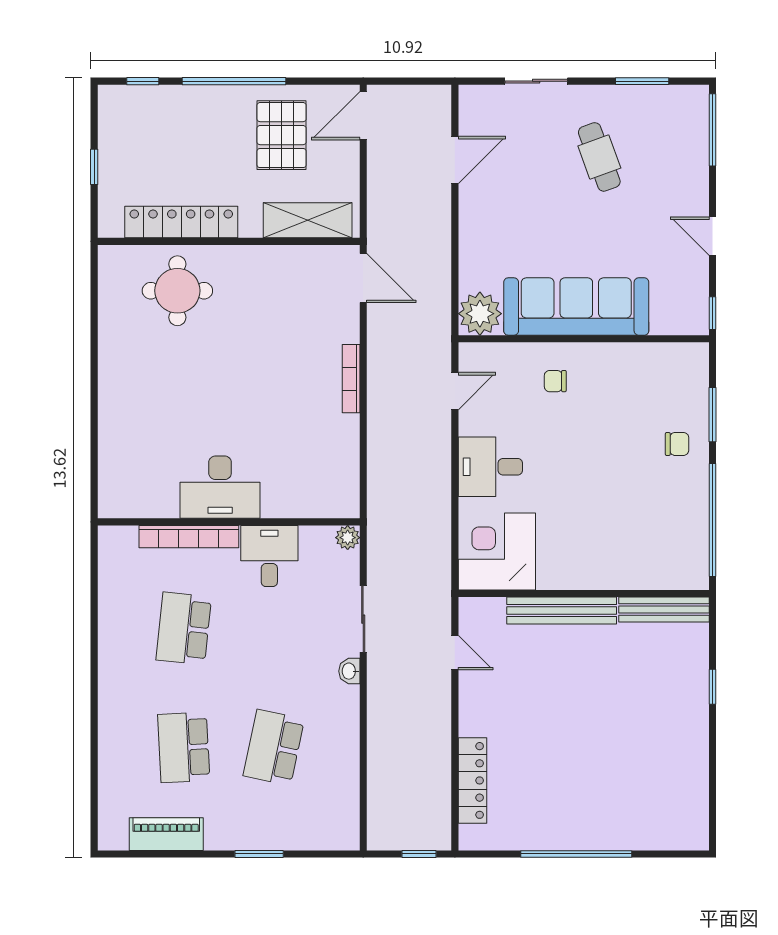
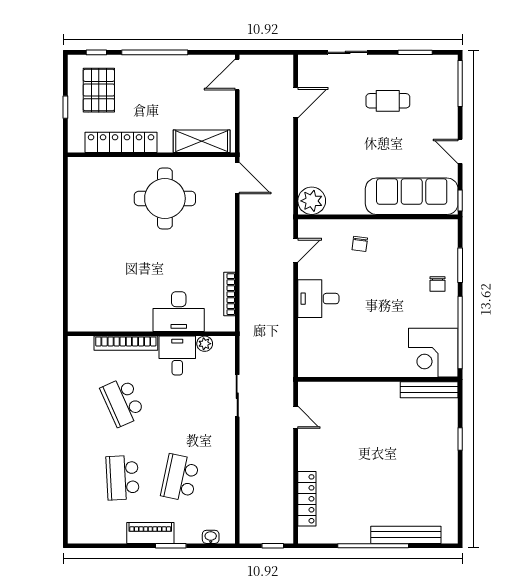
pallet: (282, 135) -> (99, 90), moved
cafe table: (599, 157) -> (388, 101), turned -70
round table: (177, 291) -> (165, 198), moved, width x1.36, depth x1.36
sofa: (576, 307) -> (412, 196), moved
bookcase: (351, 379) -> (229, 294), moved
chair: (555, 381) -> (360, 244), turned -83
chair: (677, 444) -> (438, 284), turned 90
desk: (220, 487) -> (179, 312), moved
plant: (348, 538) -> (205, 344), moved
corner desk: (497, 551) -> (433, 353), moved, turned -90
bench: (562, 611) -> (406, 535), moved
school desk: (184, 628) -> (123, 402), turned -30
washbasin: (349, 671) -> (211, 537), moved, turned 90
piano: (166, 834) -> (150, 533), moved

